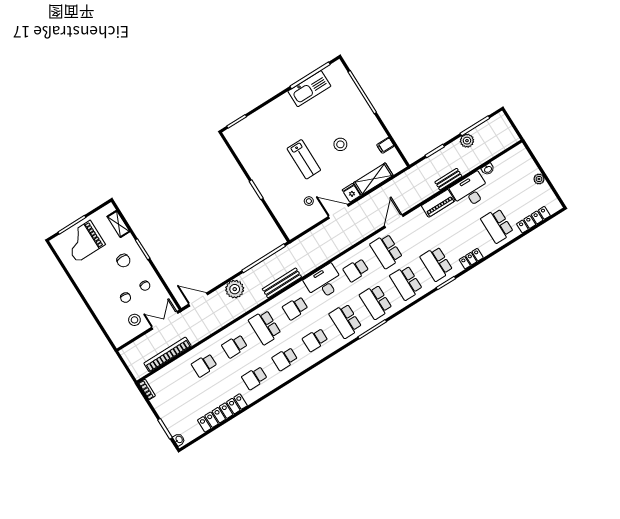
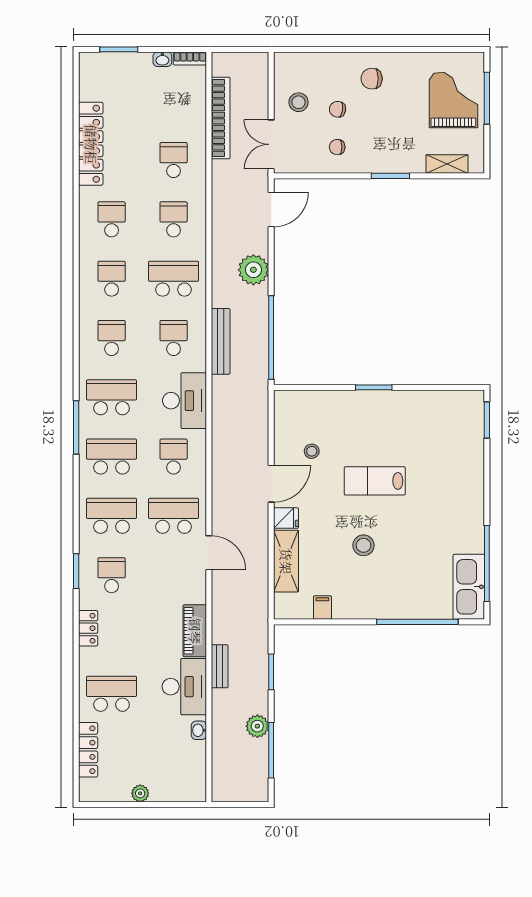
kitchen sink: (309, 89) -> (469, 587), moved
chair: (123, 261) -> (372, 79), moved
school desk: (437, 264) -> (112, 575), width x0.54
double door: (165, 320) -> (271, 144), swing flipped
washbasin: (179, 440) -> (162, 59), moved

